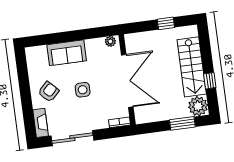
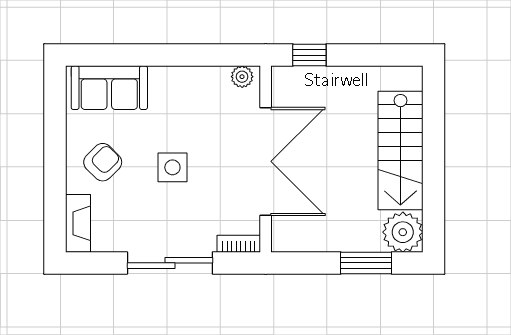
window: (166, 23) -> (309, 55), moved
sofa: (67, 53) -> (109, 88), moved
window: (210, 81) -> (434, 184), removed
sliding door: (72, 138) -> (170, 263), moved

